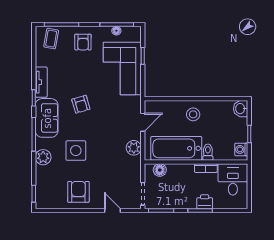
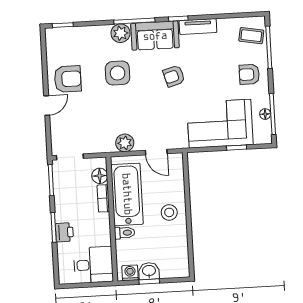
washbasin: (241, 109) -> (149, 271), moved
plant: (43, 157) -> (121, 33), moved
bookcase: (206, 168) -> (103, 198), moved
door: (112, 210) -> (47, 105), moved

